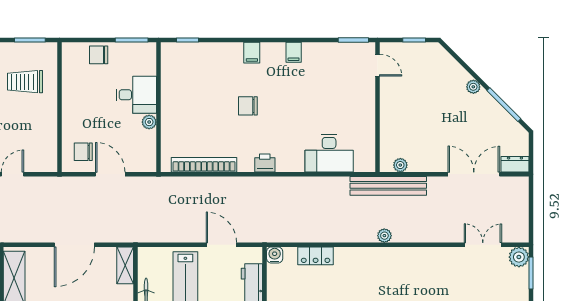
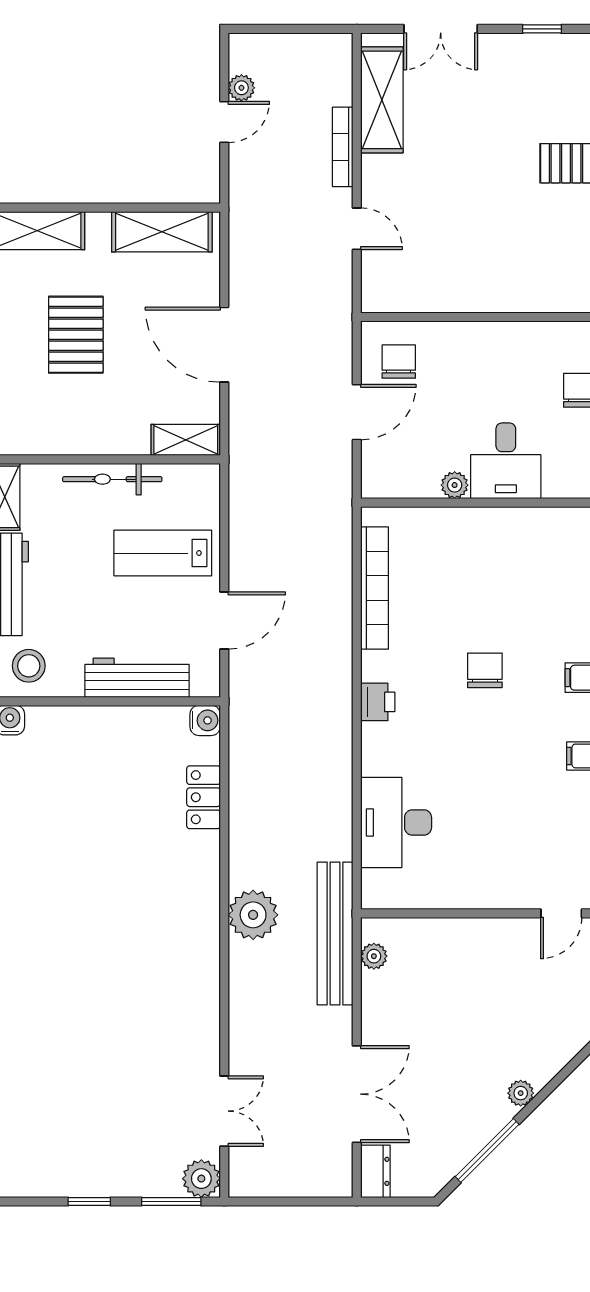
trolley: (25, 82) -> (530, 252), removed
plant: (384, 236) -> (253, 915), width x1.87, depth x1.87

